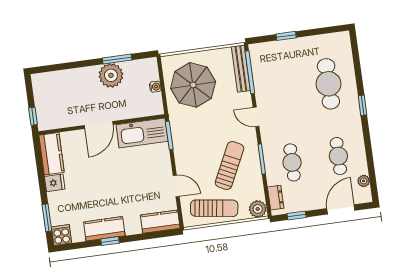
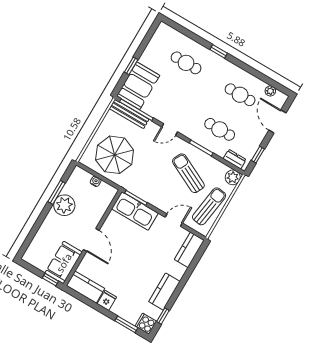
booth: (273, 57) -> (138, 86), added
cafe table: (328, 84) -> (186, 63), width x0.73, depth x0.74
sofa: (58, 116) -> (64, 263), added
kitchen sink: (142, 133) -> (135, 211), moved, turned 90
window: (110, 241) -> (163, 316), moved

